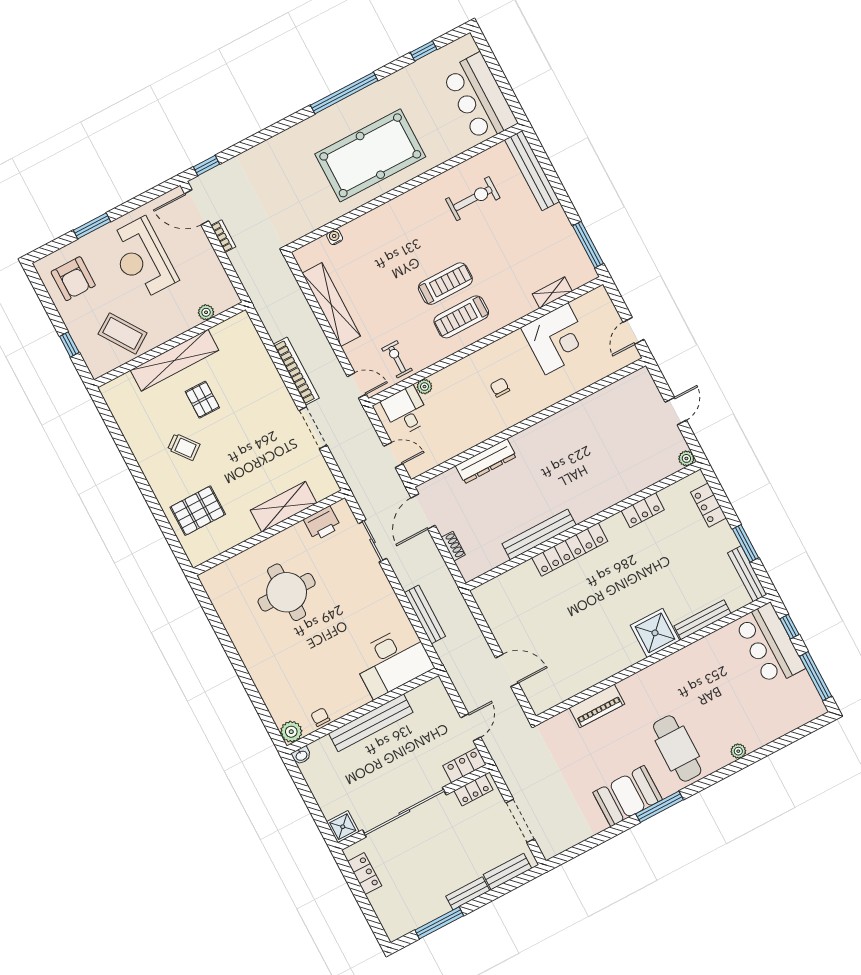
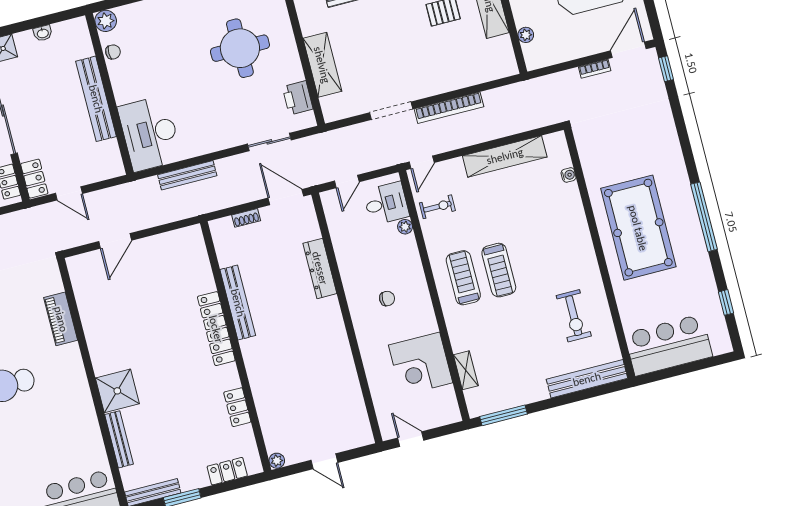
washbasin: (301, 755) -> (43, 33), moved, turned -90

